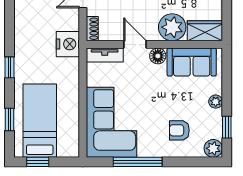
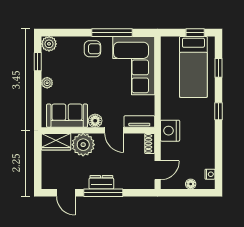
armchair: (179, 130) -> (92, 49), moved

